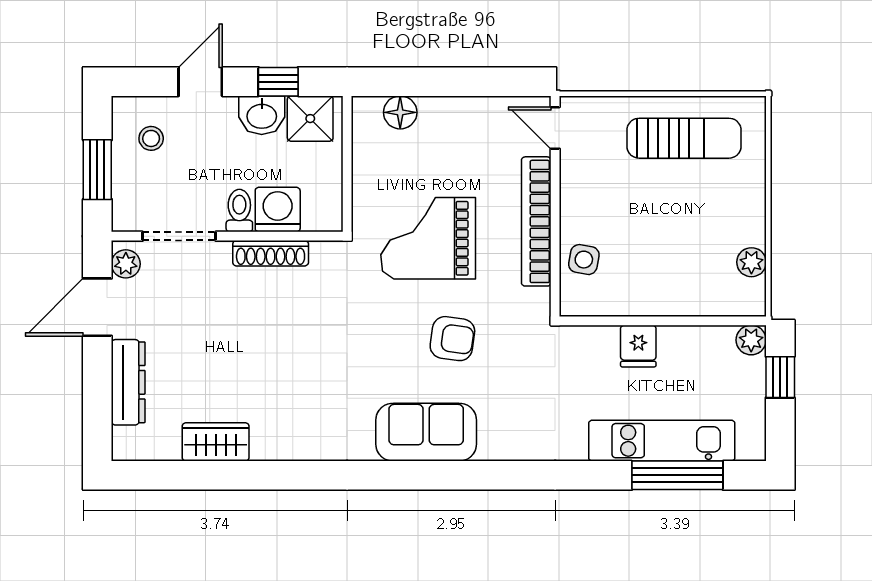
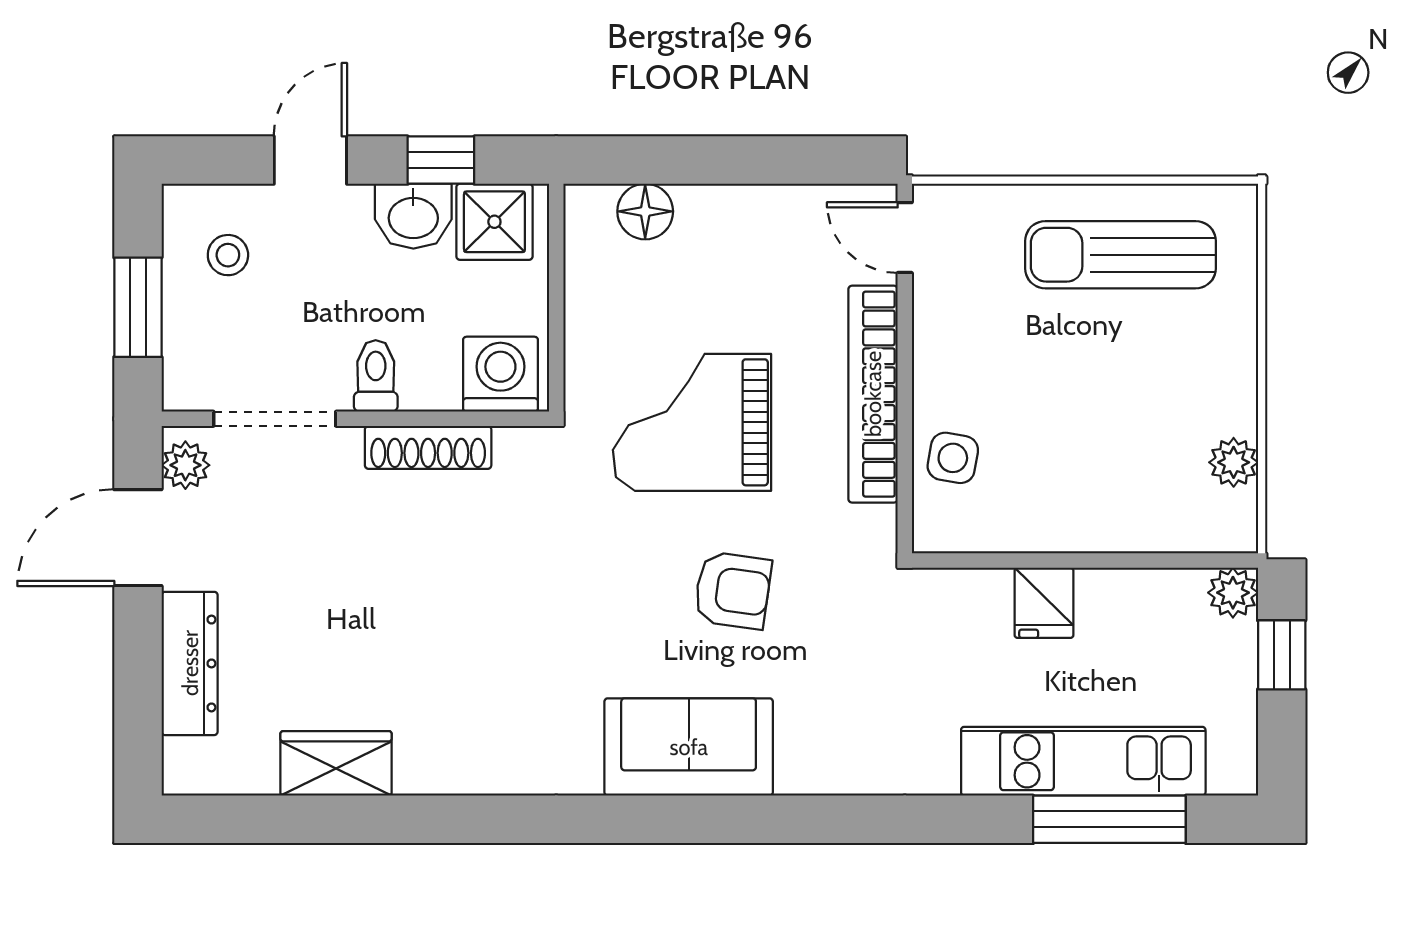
sun lounger: (684, 138) -> (1120, 255), turned 180
washing machine: (278, 210) -> (500, 374), moved

